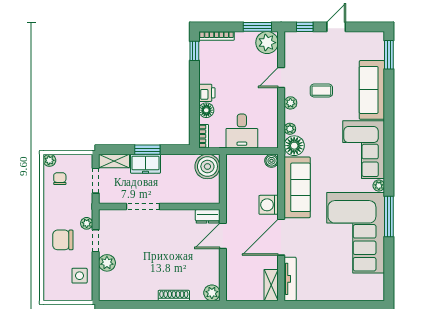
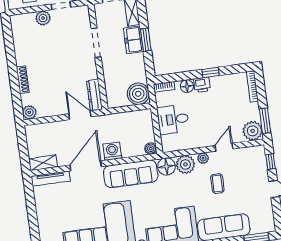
window: (194, 51) -> (210, 72), moved
door: (281, 77) -> (224, 147), hinge flipped
plant: (290, 129) -> (185, 164), width x1.88, depth x1.88
dresser: (208, 216) -> (94, 95), width x1.44
door: (281, 237) -> (86, 166), hinge flipped

